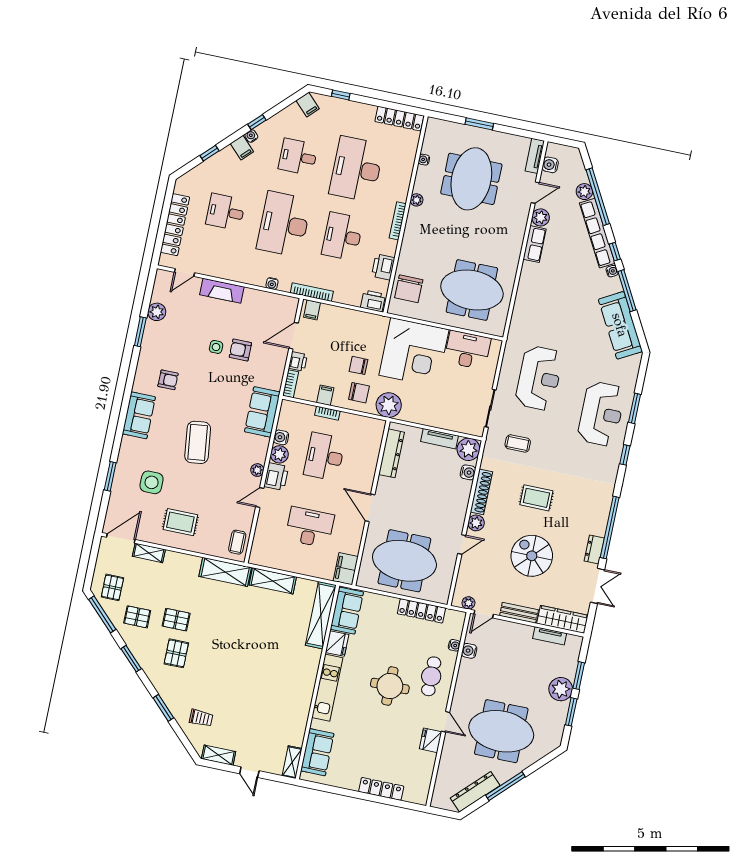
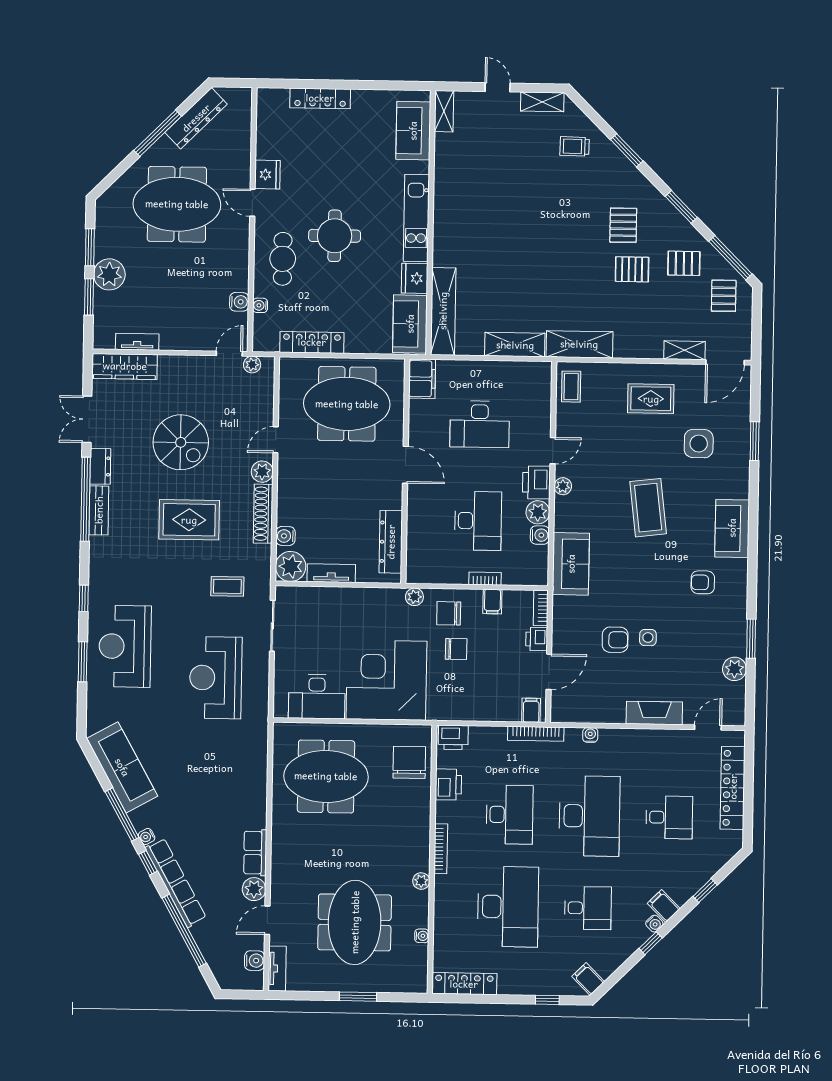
plant: (584, 192) -> (203, 934), removed
plant: (389, 405) -> (414, 597), width x0.53, depth x0.53
rug: (536, 498) -> (189, 520), width x1.36, depth x1.43
bench: (519, 613) -> (99, 510), moved, turned 90

